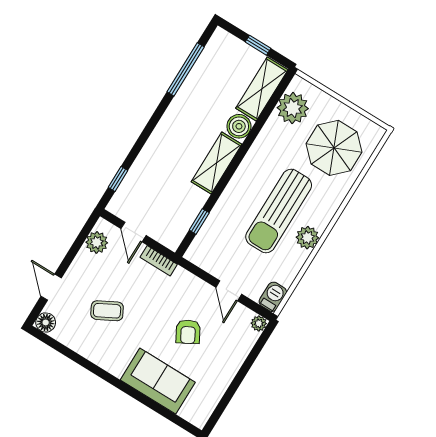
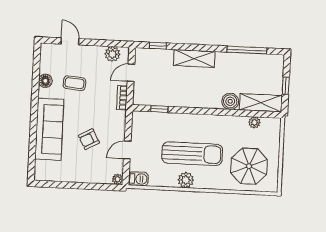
plant: (293, 108) -> (254, 122), width x0.53, depth x0.53
shelving: (216, 163) -> (194, 58), moved
sun lounger: (279, 211) -> (192, 154), turned 180
door: (51, 287) -> (70, 41), hinge flipped
coffee table: (107, 311) -> (75, 83), turned -57
floor lamp: (46, 323) -> (45, 81), moved
sofa: (158, 381) -> (49, 129), width x1.36

